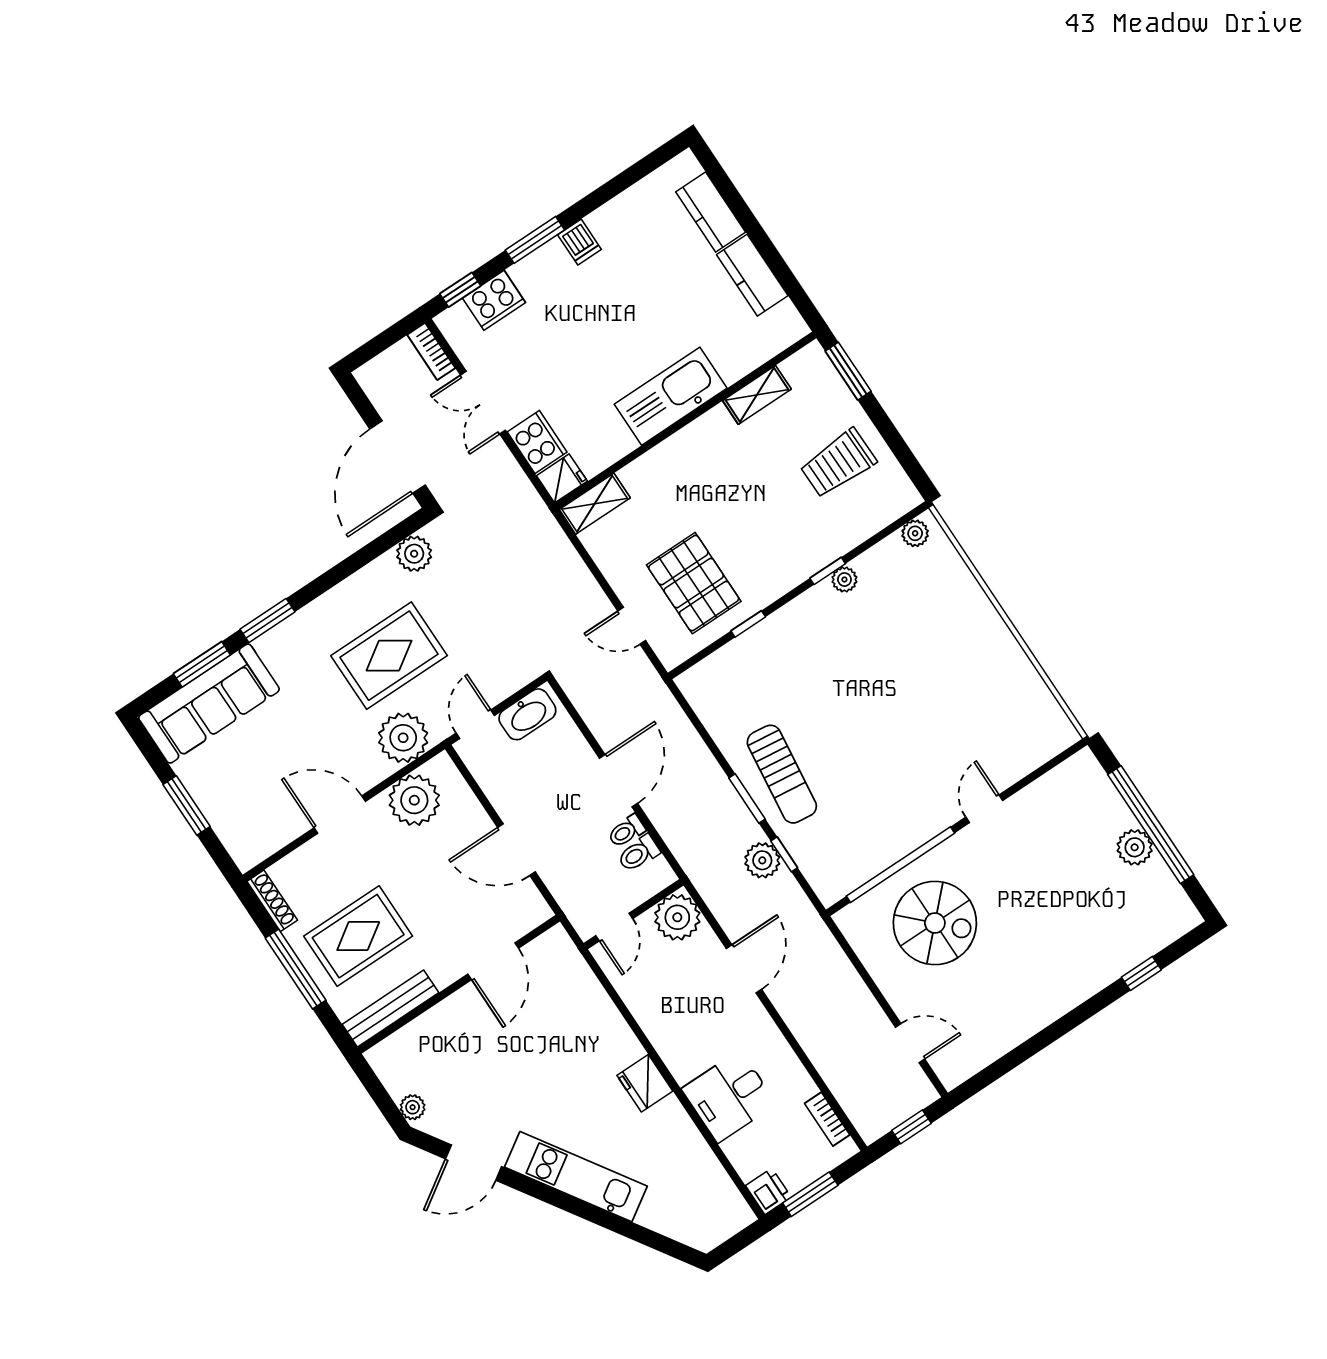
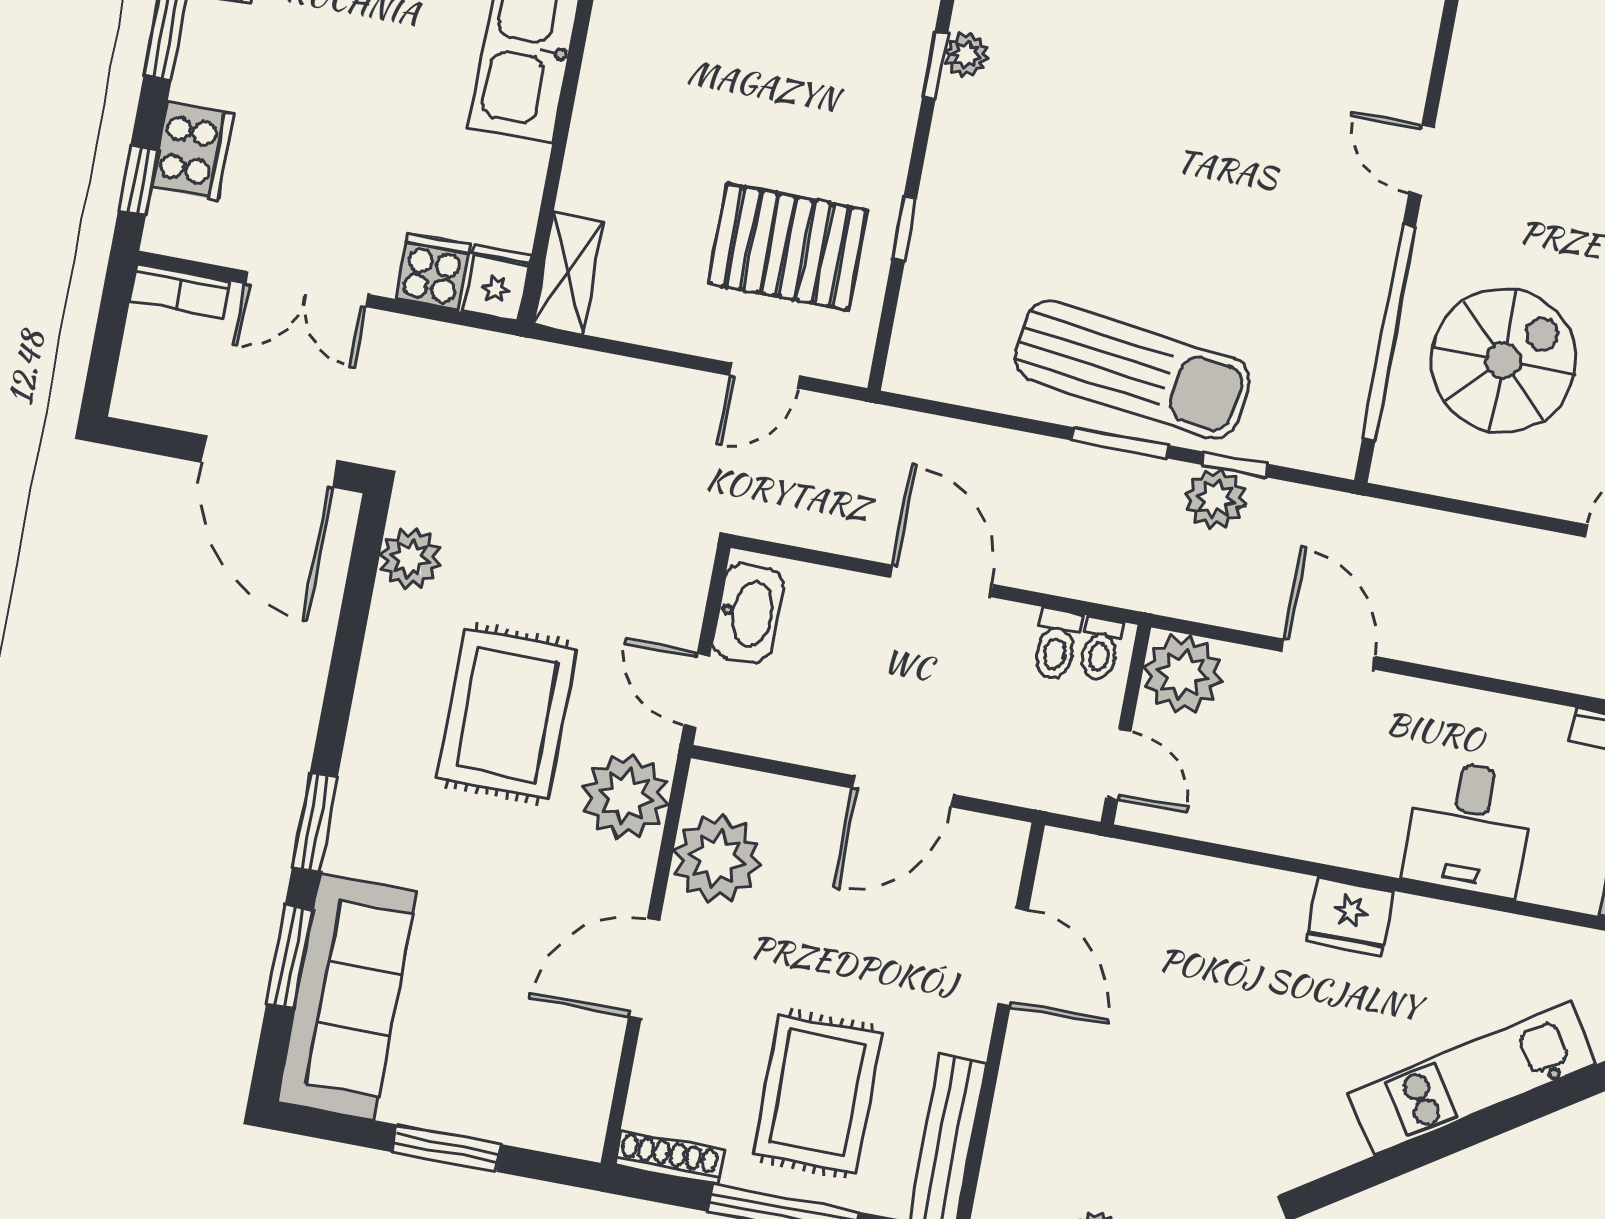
cooker: (537, 442) -> (433, 272), width x0.73
sun lounger: (782, 774) -> (1132, 370), width x1.36, depth x1.34
toilet: (626, 831) -> (1100, 649), moved
kitchen unit: (576, 1177) -> (1473, 1078), moved

